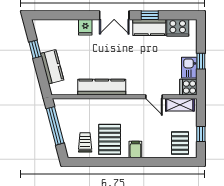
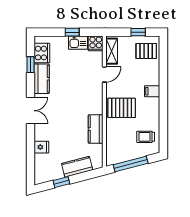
window: (150, 15) -> (31, 65), moved
fridge: (85, 27) -> (41, 147), moved
kitchen counter: (102, 87) -> (96, 129), width x0.67
pallet: (110, 139) -> (122, 108), moved

